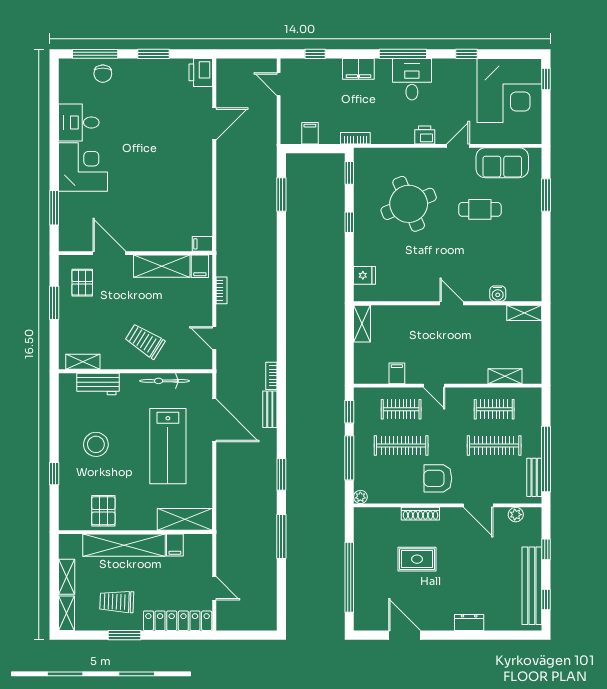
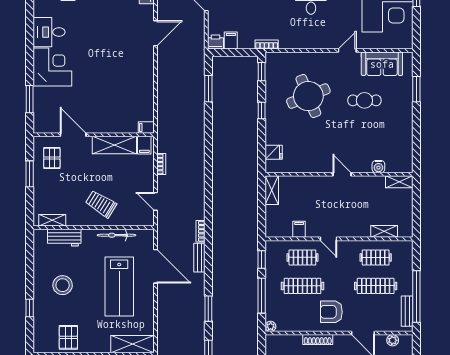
printer: (425, 135) -> (215, 42), moved

